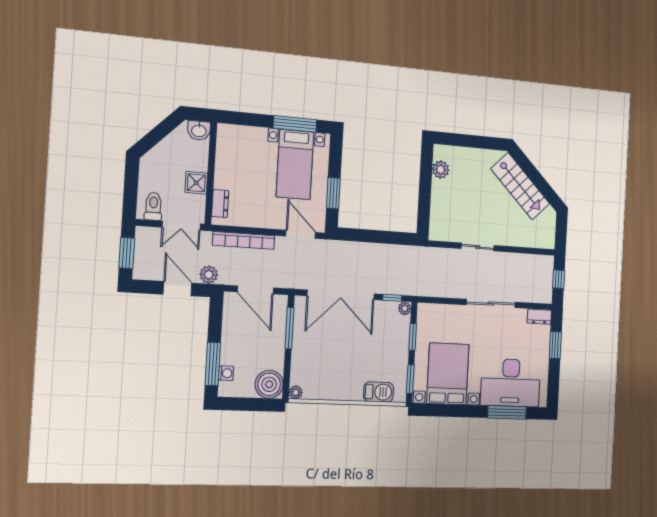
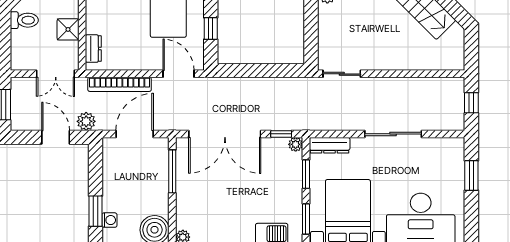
window: (333, 193) -> (211, 28), width x0.67
toilet: (153, 206) -> (24, 20), moved, turned 90
sliding door: (478, 247) -> (342, 74), moved
door: (255, 290) -> (135, 134), swing flipped
dresser: (539, 317) -> (330, 145), moved, width x1.44
window: (213, 364) -> (95, 211), width x0.69

